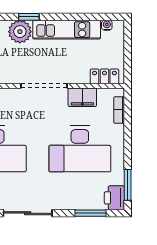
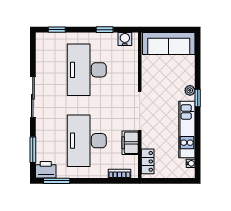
plant: (20, 32) -> (190, 90), width x0.53, depth x0.53

